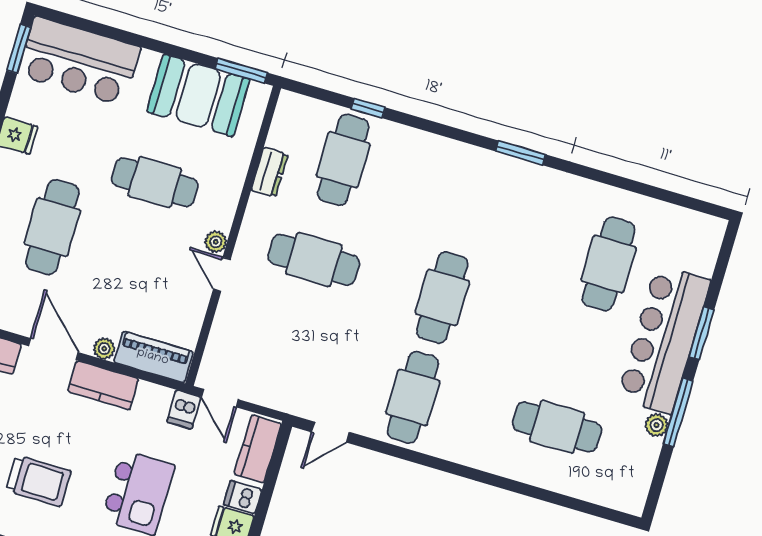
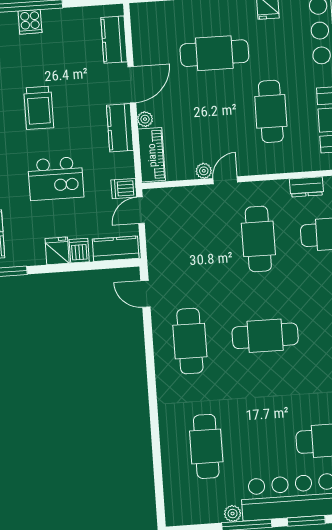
plant: (216, 242) -> (204, 171), moved
cafe table: (413, 397) -> (190, 341), turned 90

